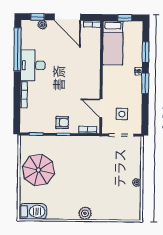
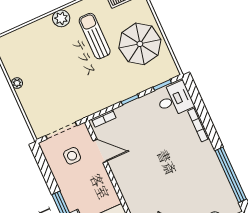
desk: (33, 65) -> (175, 99), moved, width x0.73
armchair: (62, 122) -> (138, 113), removed
sun lounger: (67, 190) -> (95, 36), added

